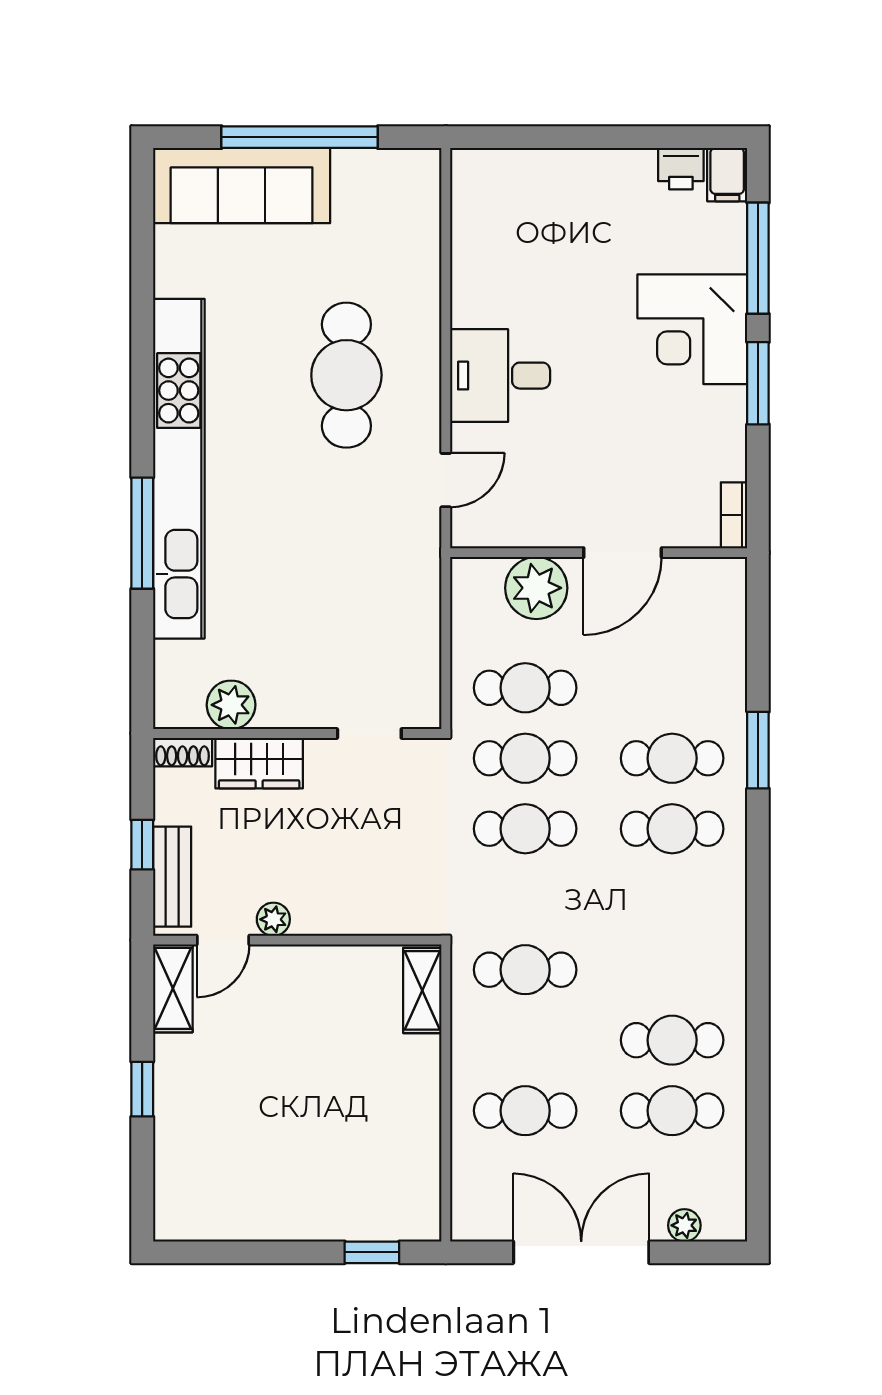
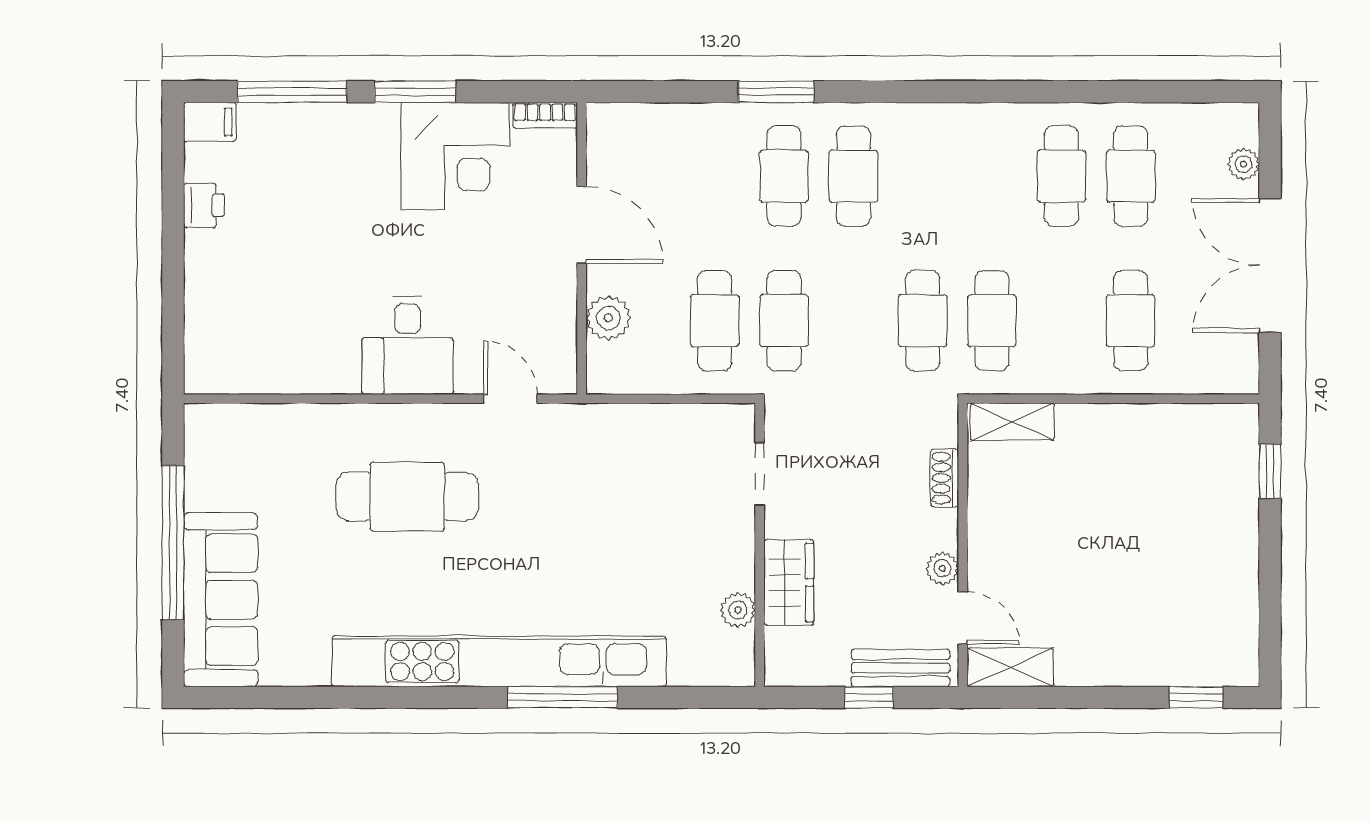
printer: (681, 169) -> (204, 205), moved
corner desk: (692, 329) -> (455, 156), moved
plant: (536, 588) -> (608, 318), width x0.73, depth x0.73
plant: (231, 705) -> (738, 610), width x0.73, depth x0.73
shoe rack: (183, 752) -> (945, 478), moved, turned 180
cafe table: (525, 829) -> (923, 321), moved
window: (142, 1089) -> (1196, 697), moved

